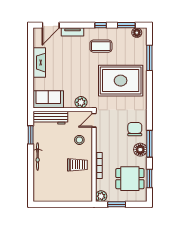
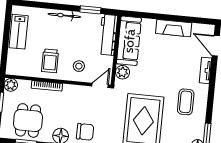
window: (101, 25) -> (210, 104), removed
sofa: (48, 99) -> (129, 41), width x1.36
door: (94, 120) -> (100, 85), hinge flipped
lab bench: (55, 194) -> (19, 32), added

